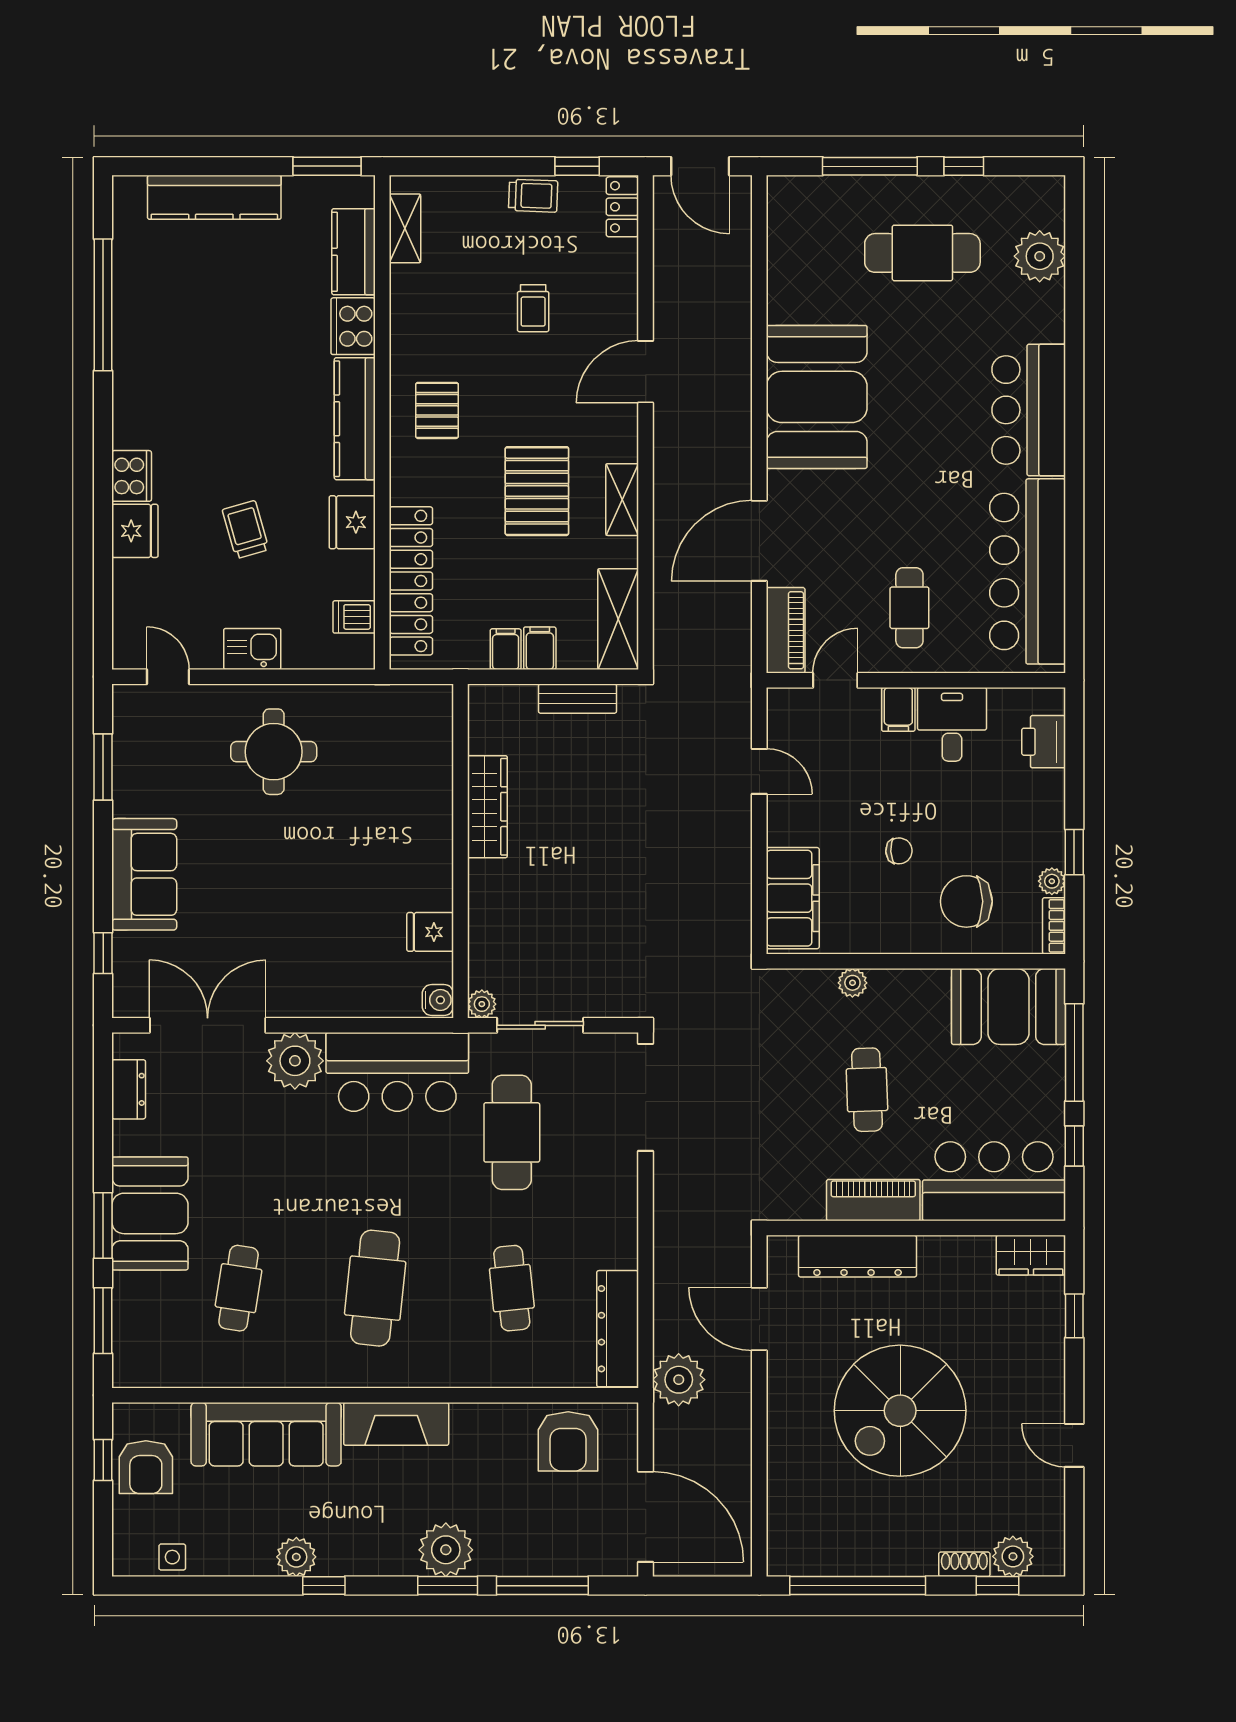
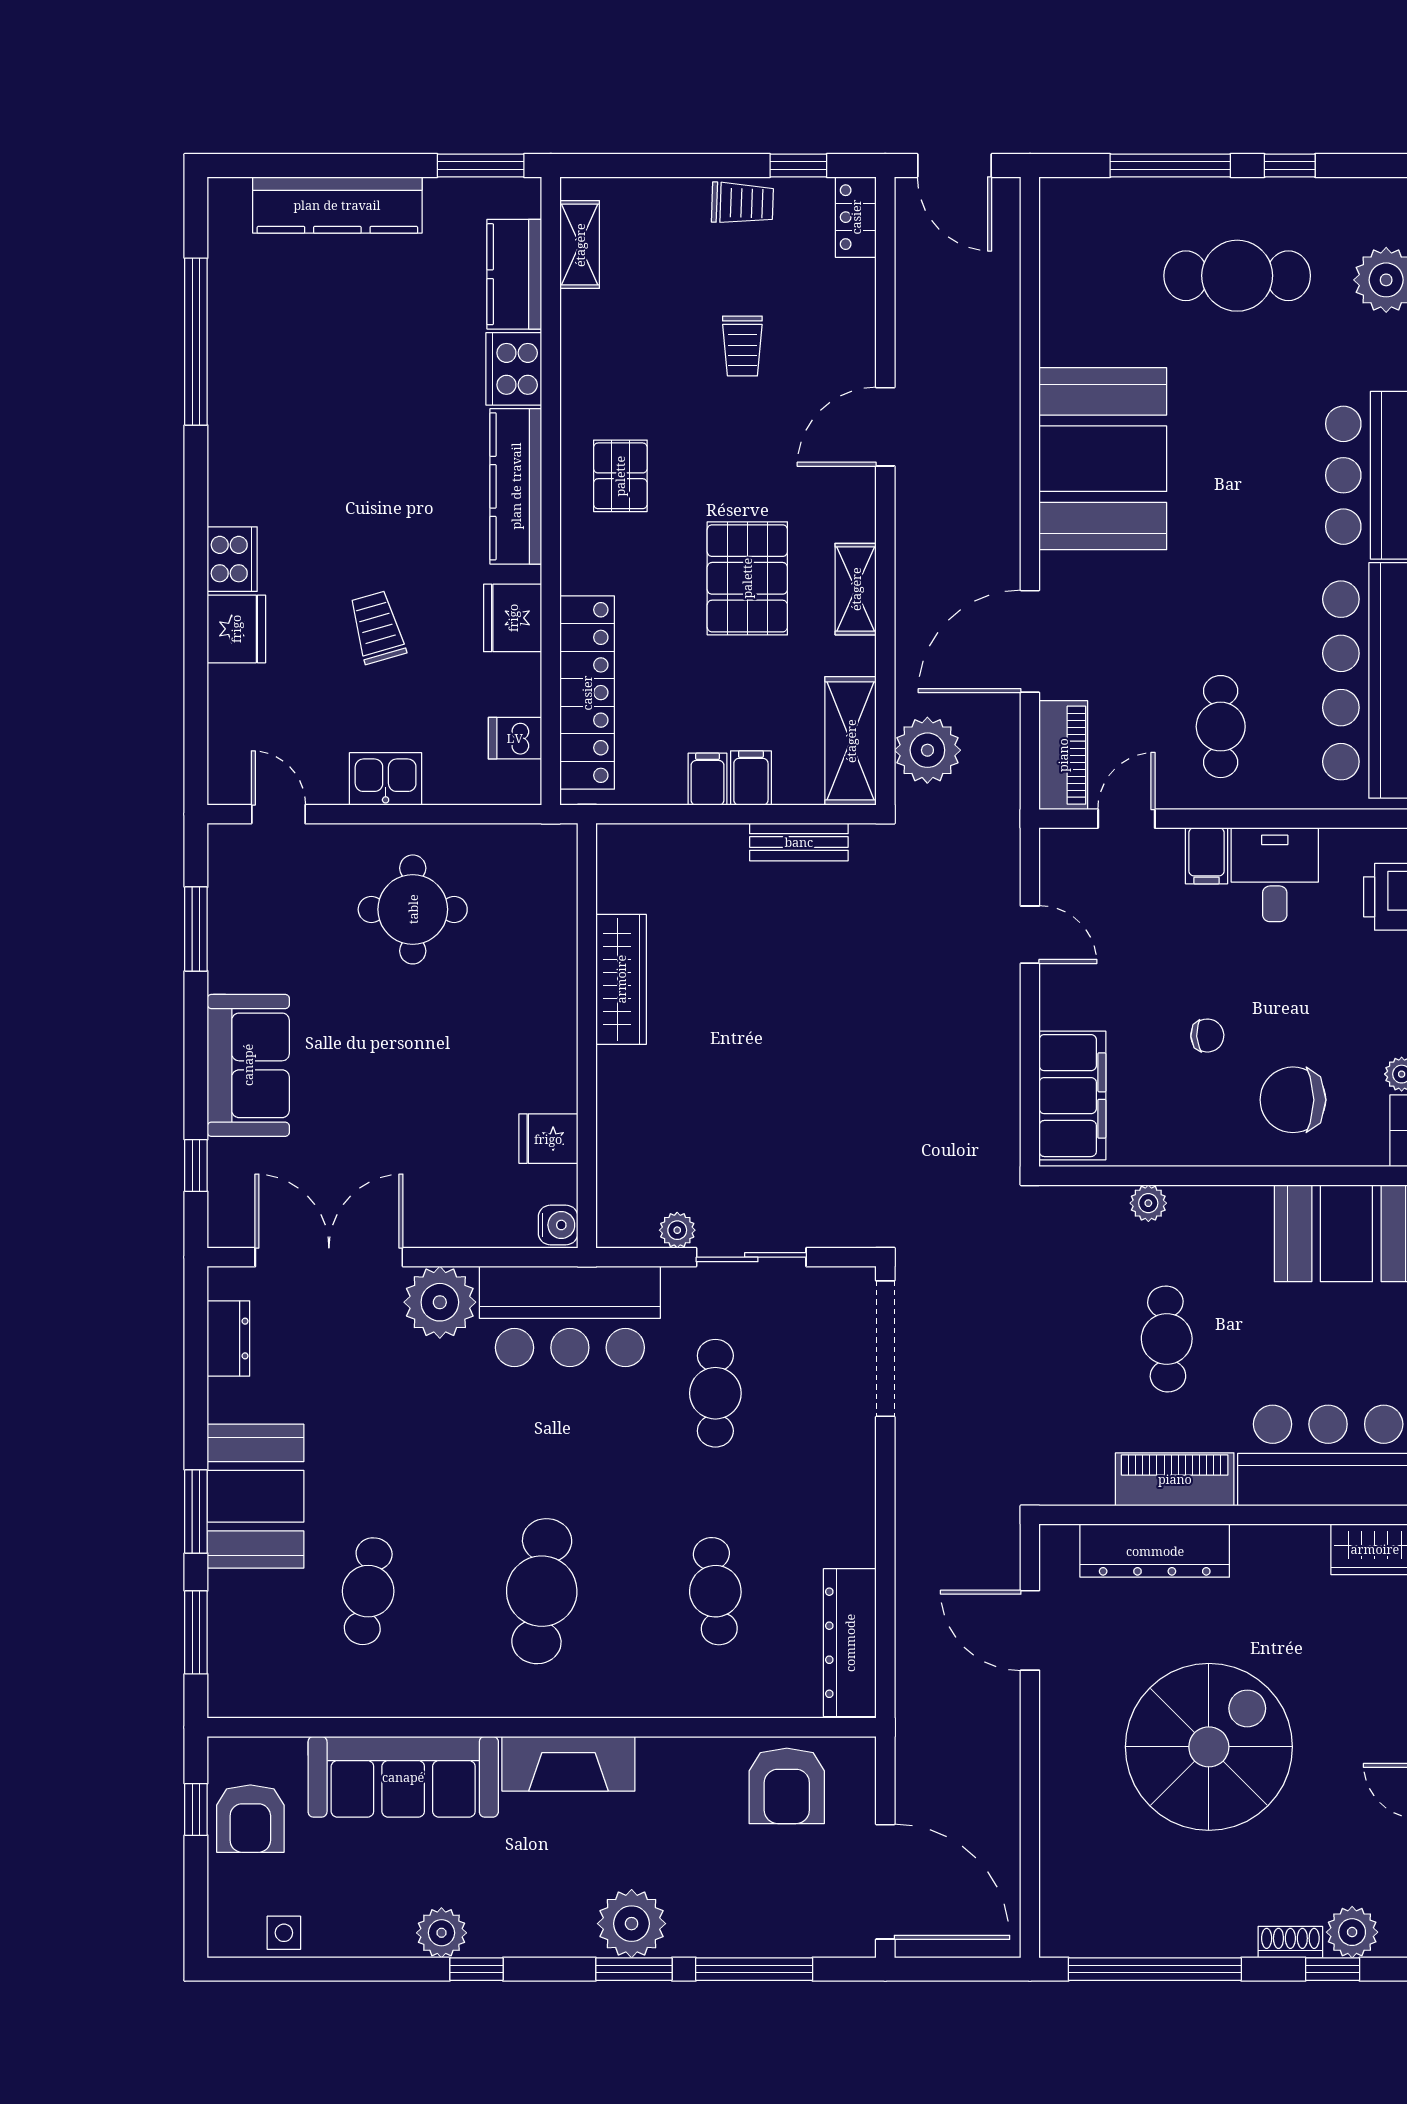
wardrobe: (487, 807) -> (621, 979), moved
wall: (461, 851) -> (587, 1036), moved
fridge: (430, 932) -> (548, 1139), moved
water cooler: (438, 1000) -> (558, 1225), moved
cafe table: (512, 1132) -> (715, 1393), width x0.73, depth x0.74
plant: (679, 1380) -> (927, 750), moved
spiral stairs: (900, 1411) -> (1209, 1747), turned 180

